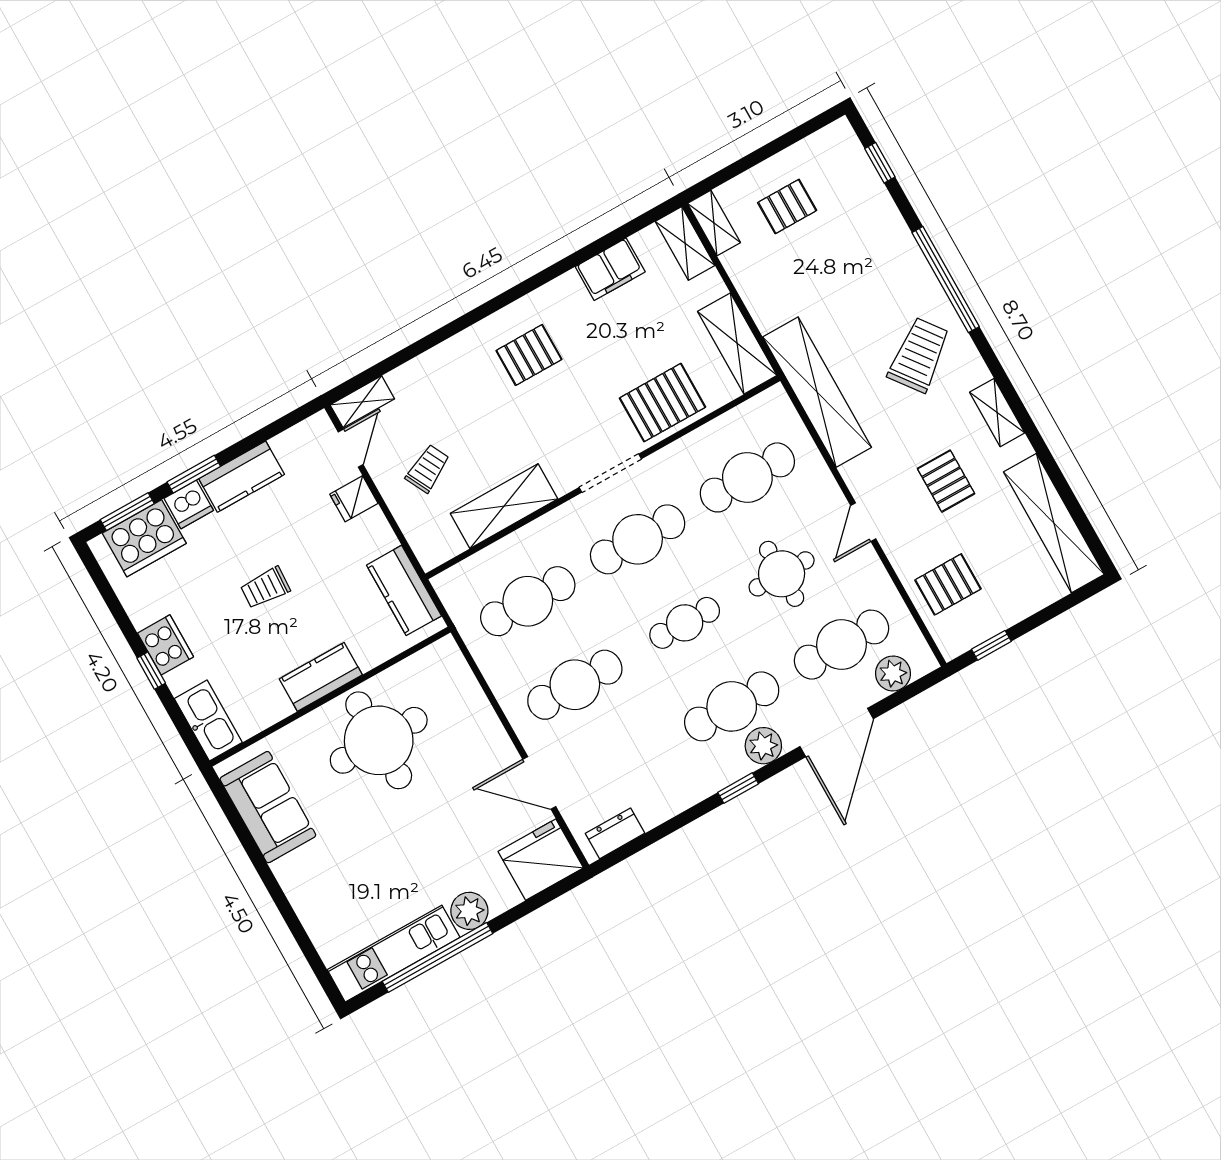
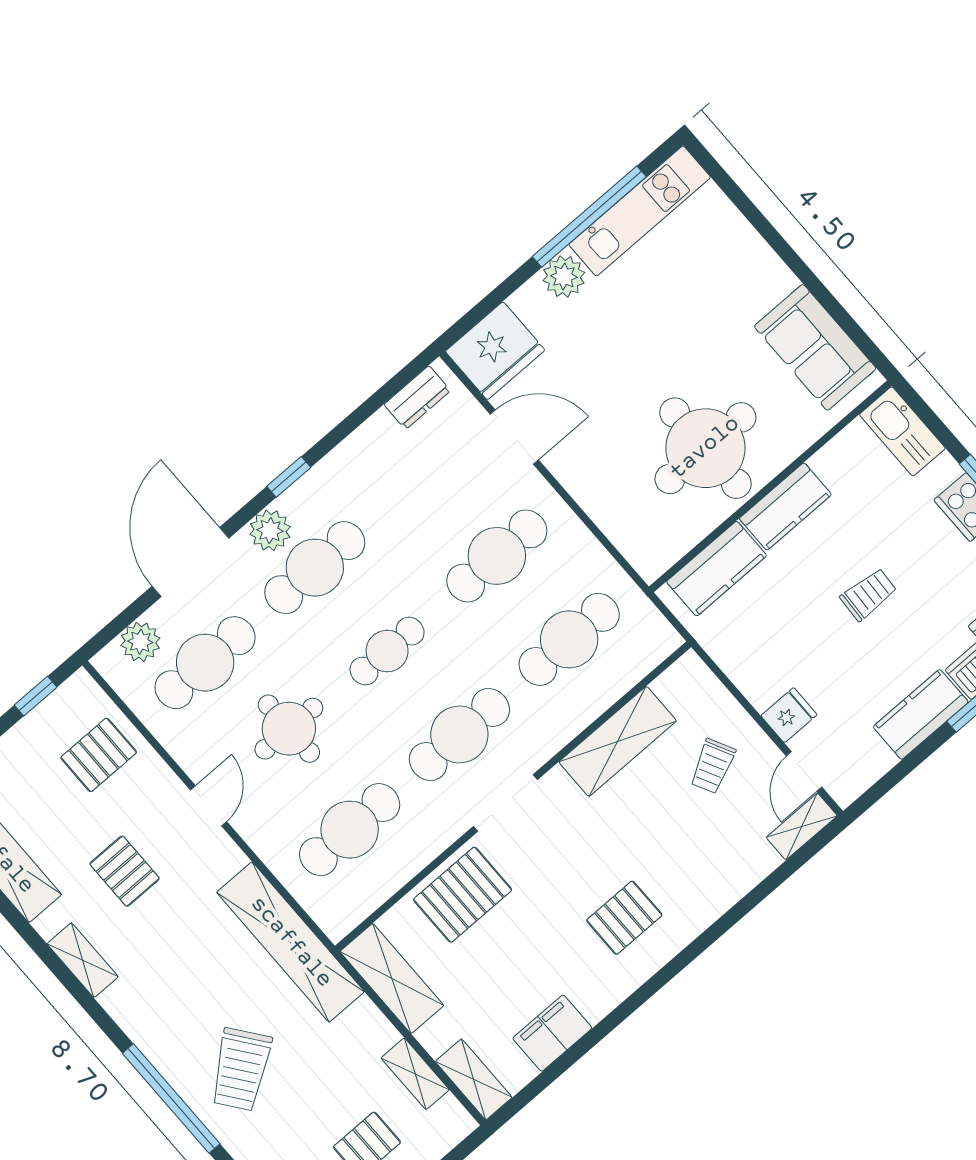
shelving: (714, 223) -> (415, 1074), moved
trolley: (919, 355) -> (241, 1069), moved
kitchen counter: (404, 590) -> (717, 569), moved, turned 90

